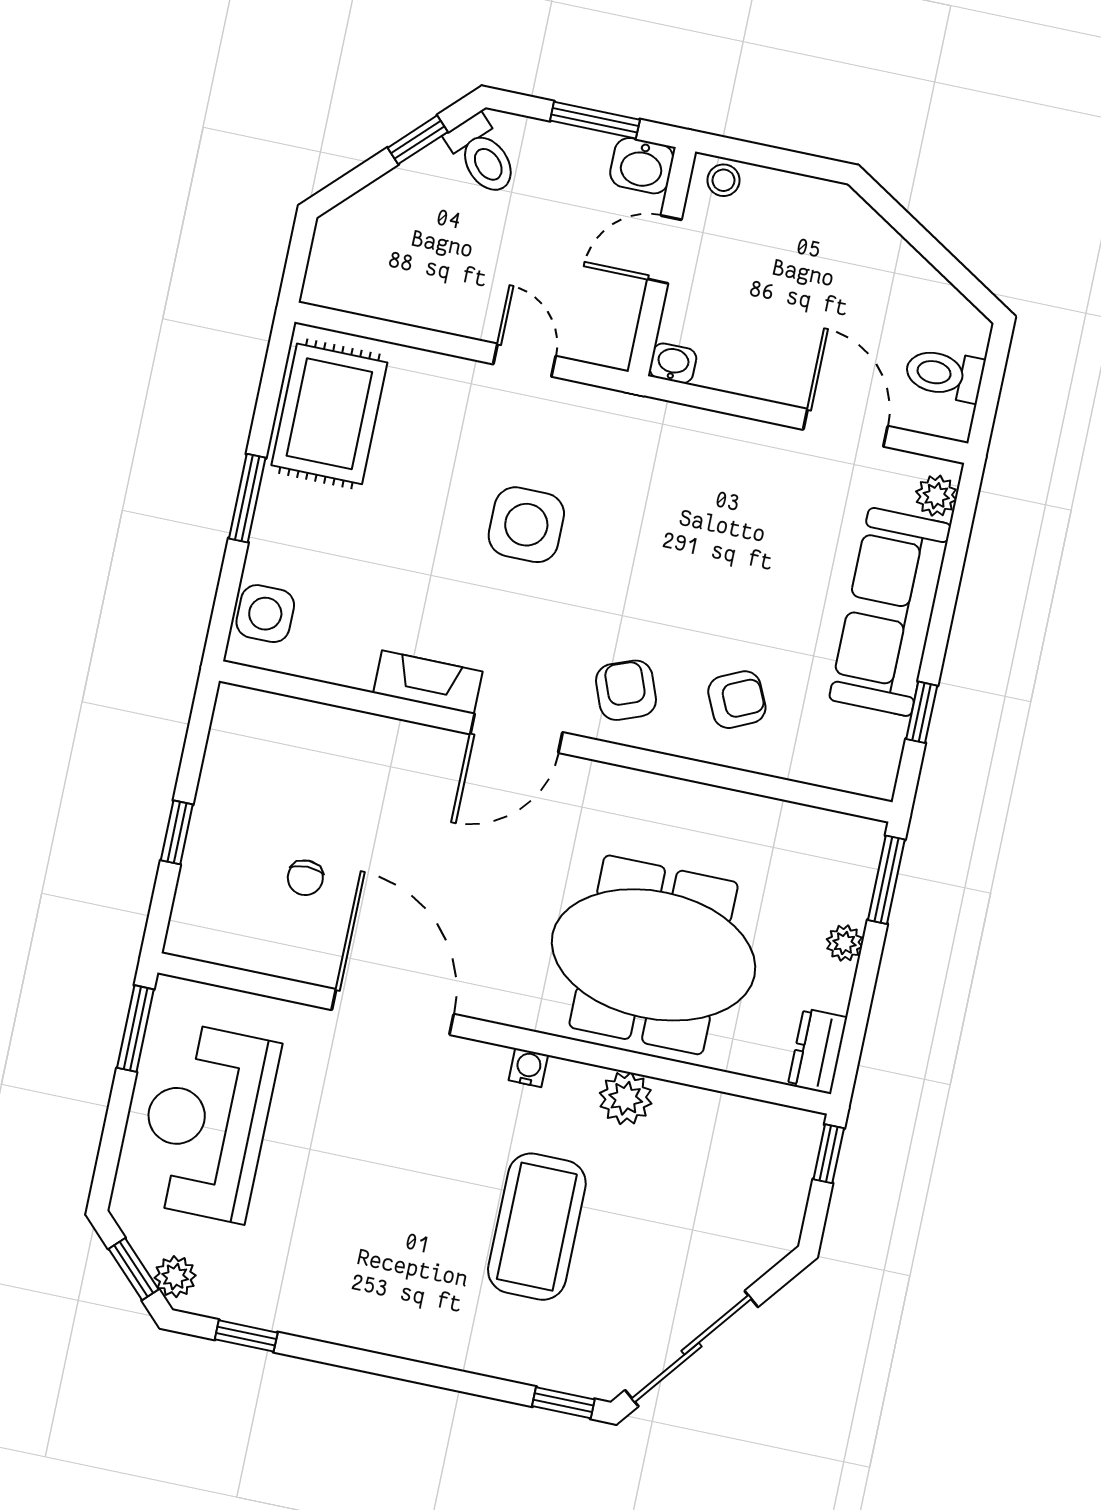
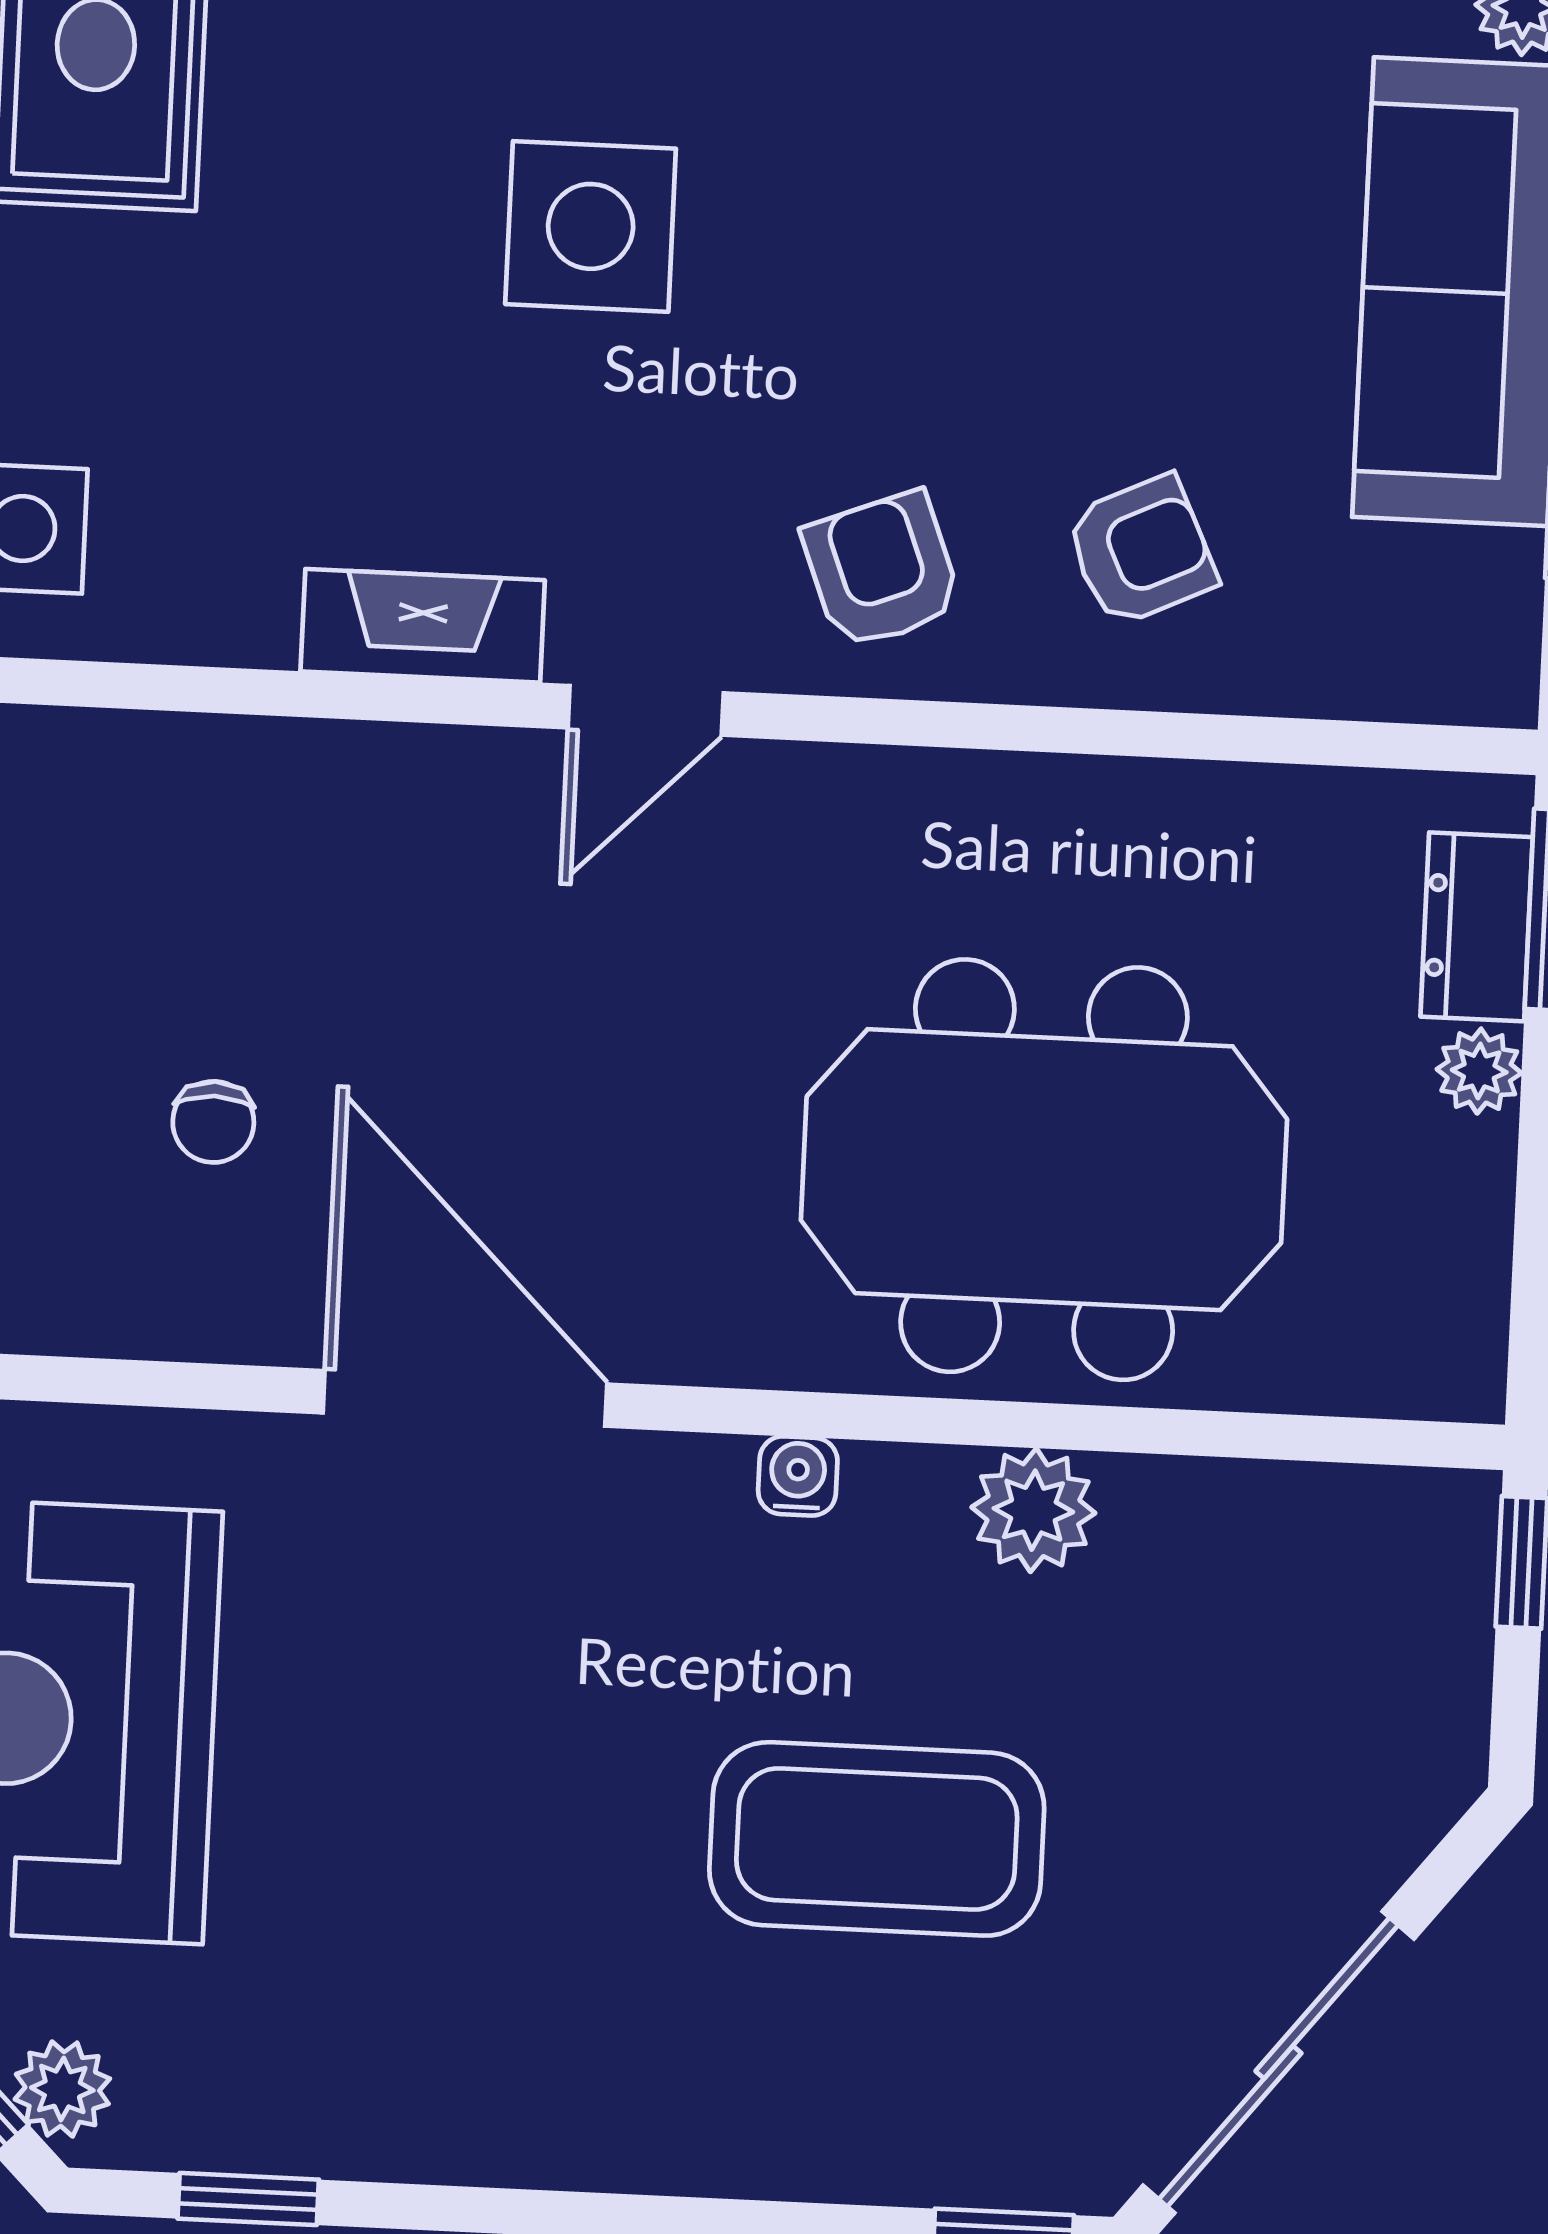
door: (516, 733) -> (646, 710), width x0.73
dresser: (818, 1051) -> (1477, 927), moved
coffee table: (537, 1227) -> (877, 1839), turned 90

